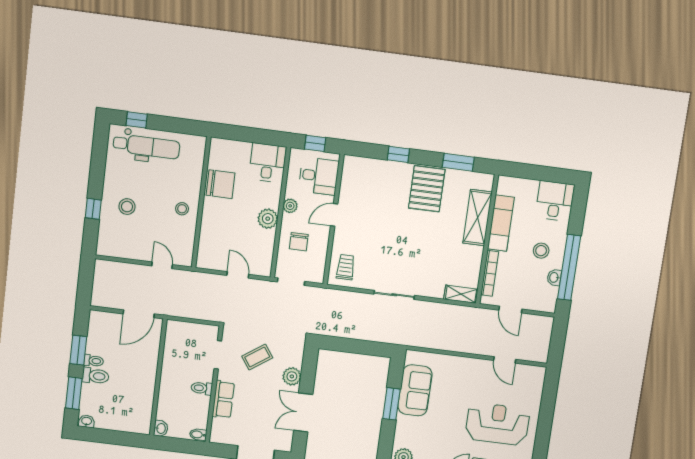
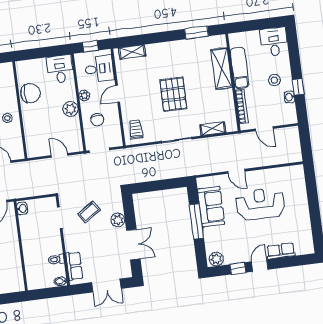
window: (398, 154) -> (152, 38), removed
shelving: (368, 165) -> (132, 52), added
pallet: (427, 189) -> (173, 94), moved
window: (569, 267) -> (298, 87), width x0.32
shelving: (461, 294) -> (213, 129), moved
door: (505, 360) -> (236, 171), moved
toilet: (202, 388) -> (56, 259), moved
row of seats: (223, 399) -> (74, 266), moved
window: (391, 404) -> (196, 221), width x1.44
double door: (303, 412) -> (133, 245), swing flipped
reception desk: (497, 424) -> (260, 204), moved
washbasin: (161, 428) -> (22, 208), moved

